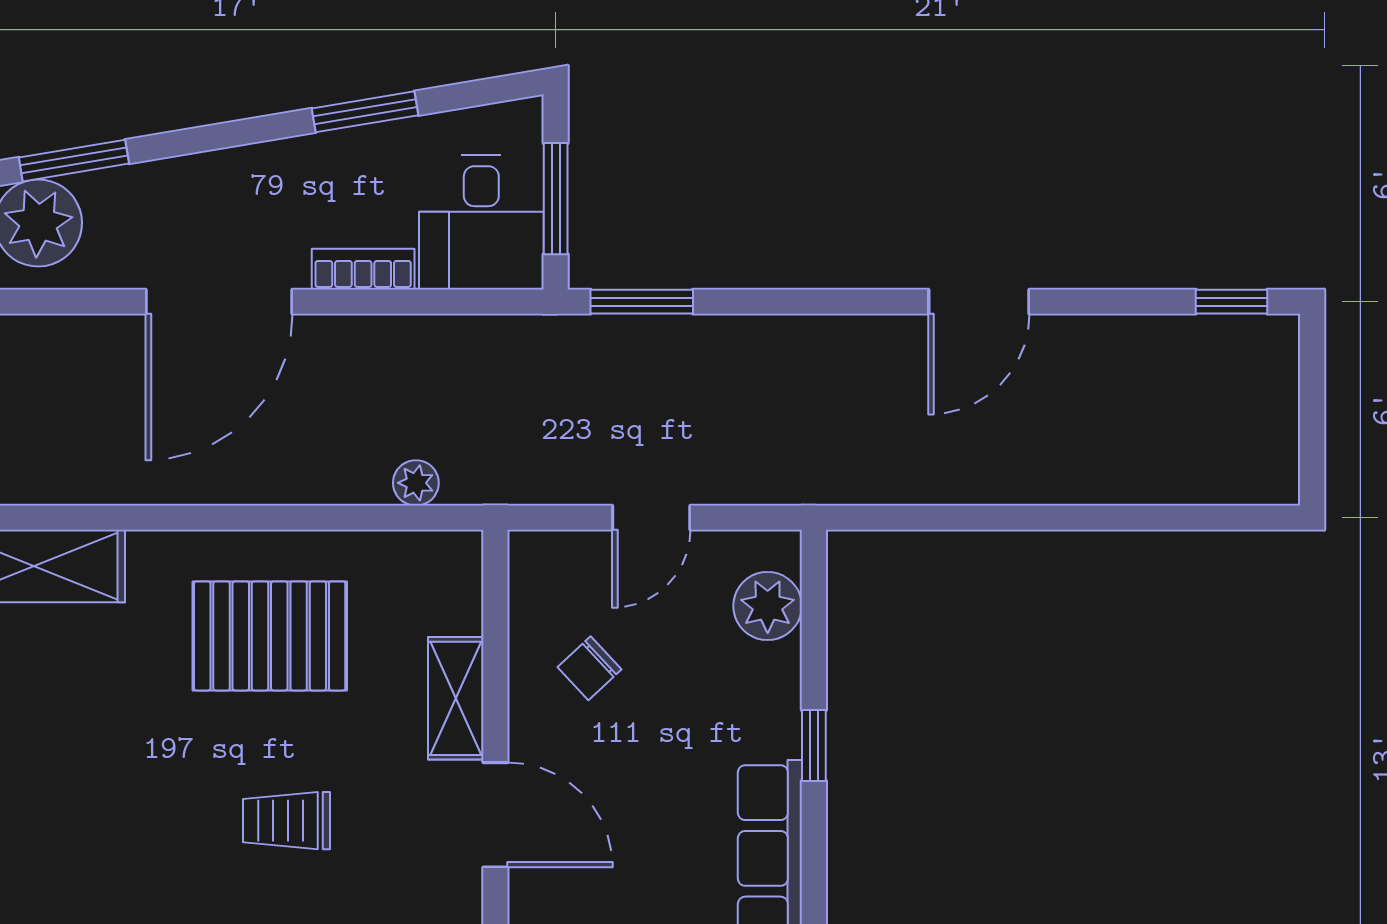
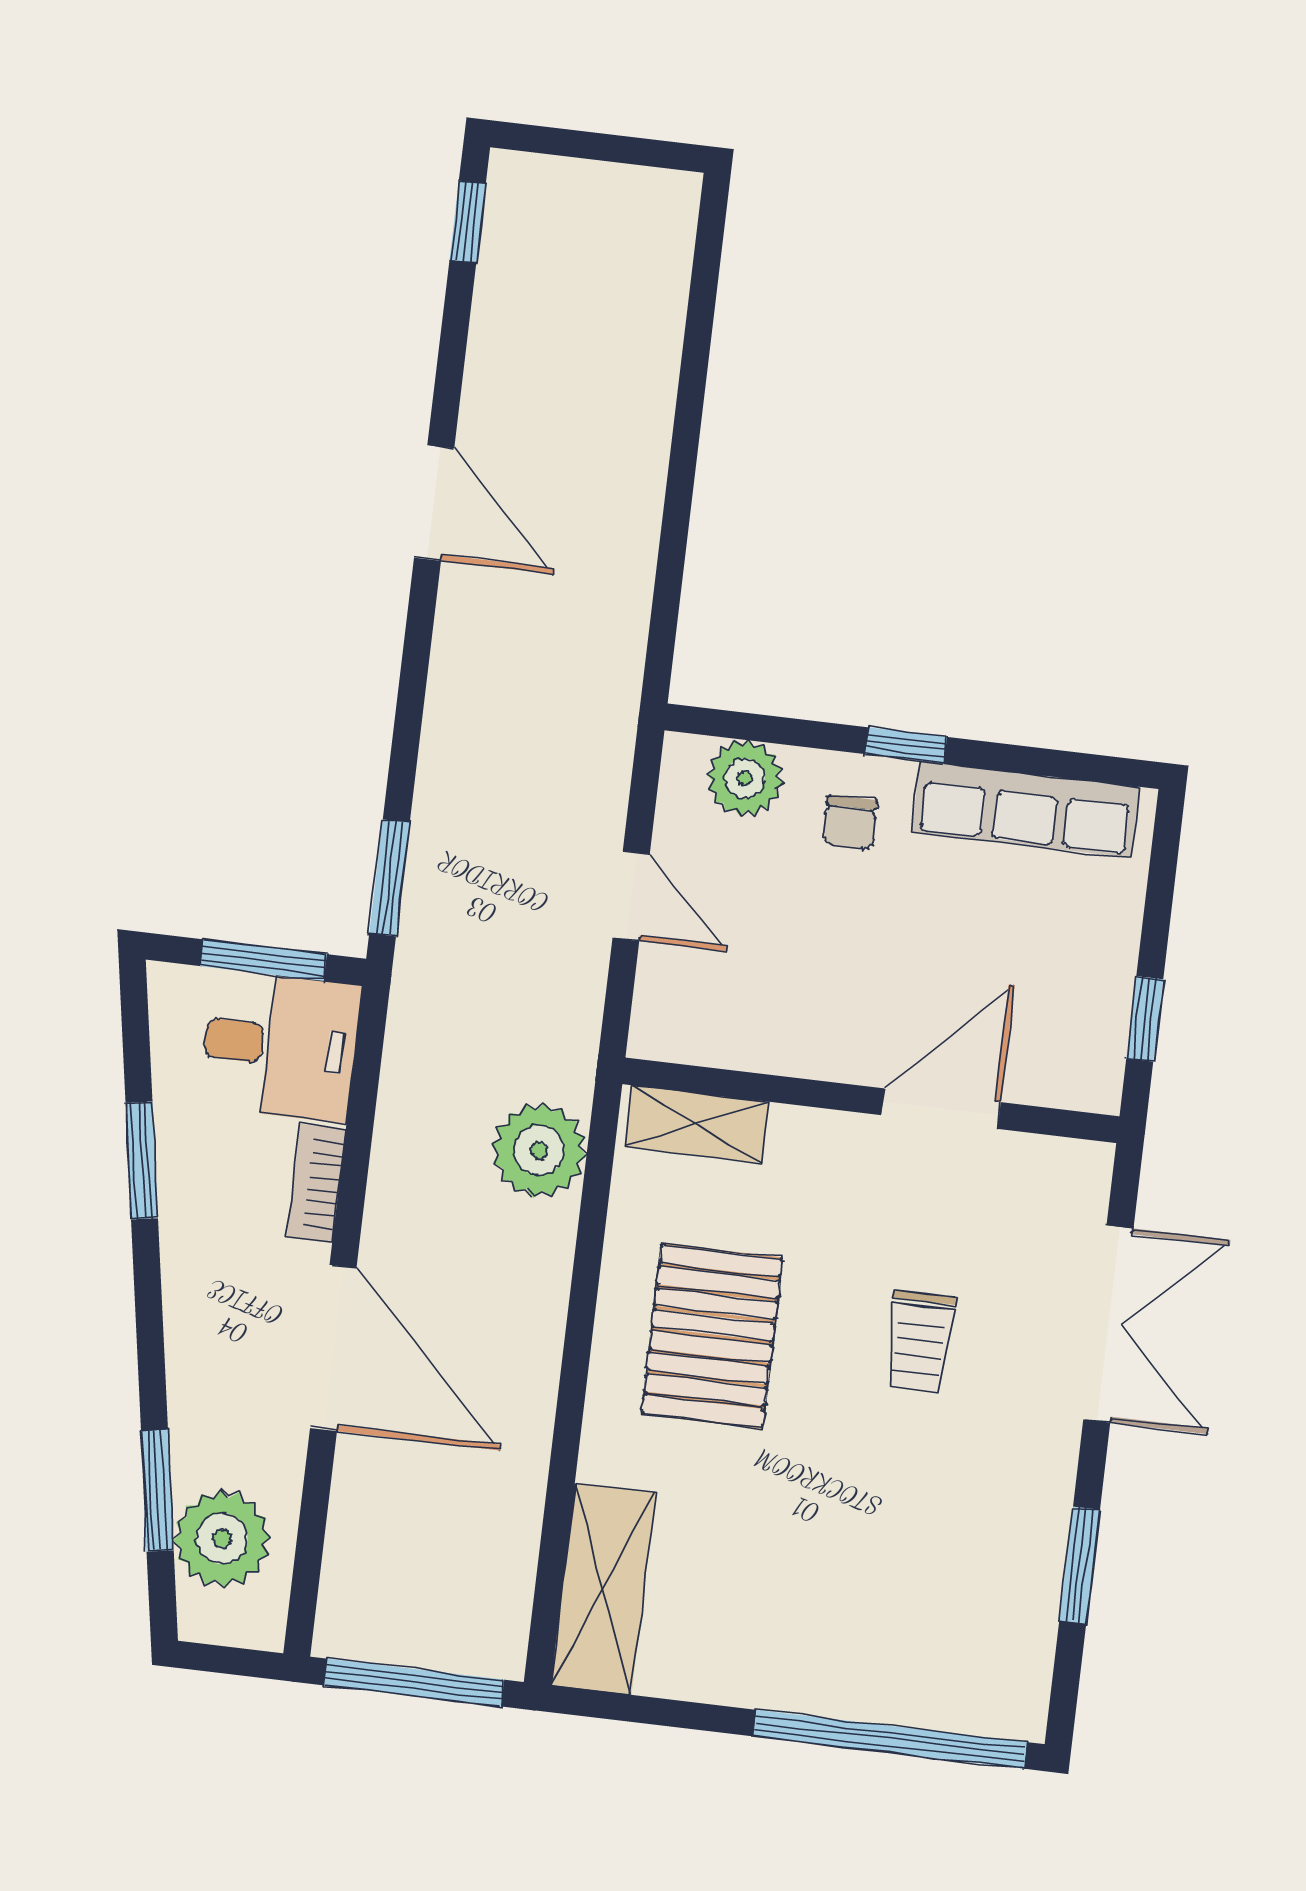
plant: (416, 483) -> (539, 1150), width x1.88, depth x1.88
chair: (589, 668) -> (850, 822), moved, turned 43
shelving: (456, 698) -> (697, 1124), moved

